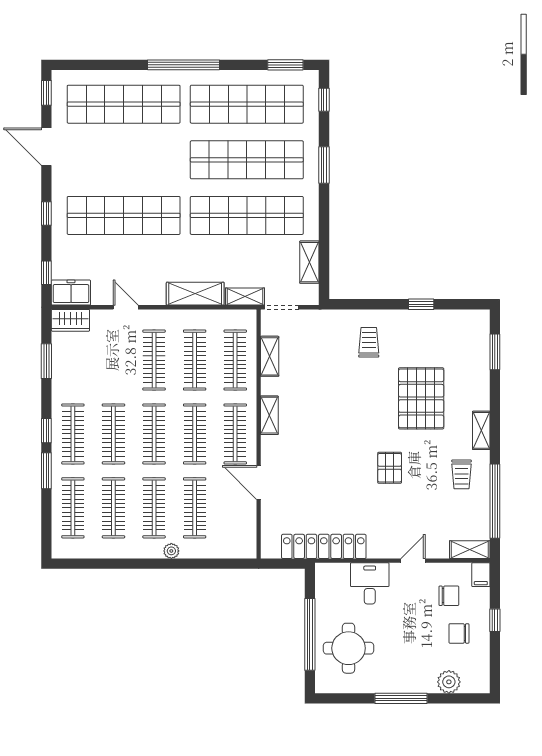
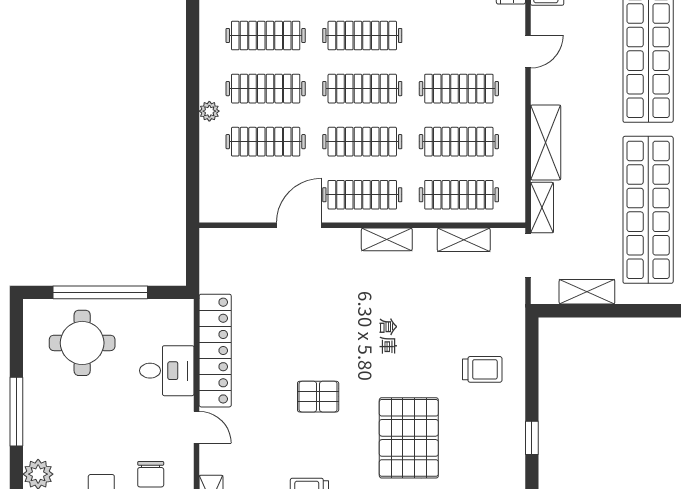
pallet: (421, 398) -> (409, 438), turned 90
locker: (324, 546) -> (215, 351), moved

